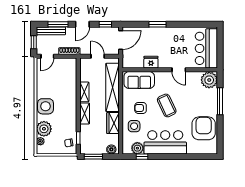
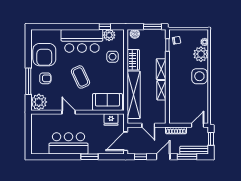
bar counter: (206, 48) -> (69, 143), moved, turned -90
fridge: (151, 62) -> (111, 119), moved
armchair: (141, 108) -> (45, 78), moved

